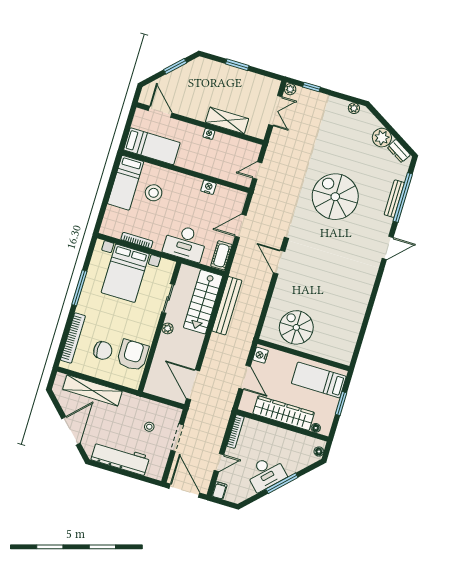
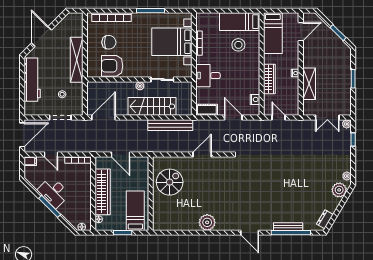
plant: (382, 138) -> (339, 190), moved
wardrobe: (207, 167) -> (269, 79), added
nightstand: (208, 187) -> (255, 99), moved
spiral stairs: (335, 197) -> (276, 182), removed
desk: (185, 243) -> (208, 76), width x0.73
door: (279, 262) -> (202, 155), moved
plant: (359, 296) -> (207, 222), added
stairs: (203, 302) -> (152, 106), moved
chair: (103, 350) -> (109, 42), turned -90
armchair: (133, 355) -> (112, 66), turned 180
nightstand: (261, 355) -> (141, 162), removed
door: (245, 377) -> (121, 155), hinge flipped
shelving: (92, 390) -> (77, 60), moved
door: (71, 431) -> (41, 37), swing flipped

